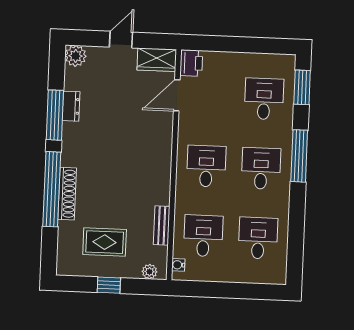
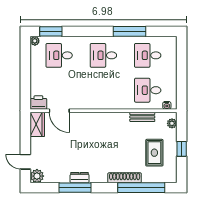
door: (121, 40) -> (25, 162), moved
plant: (288, 61) -> (35, 41), added
dresser: (71, 106) -> (80, 178), moved
window: (299, 156) -> (129, 31), moved
desk: (206, 166) -> (103, 90), removed
window: (52, 189) -> (141, 188), moved

